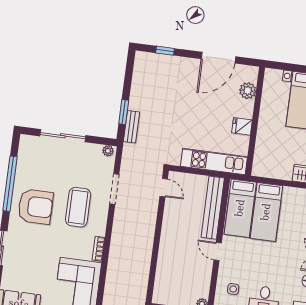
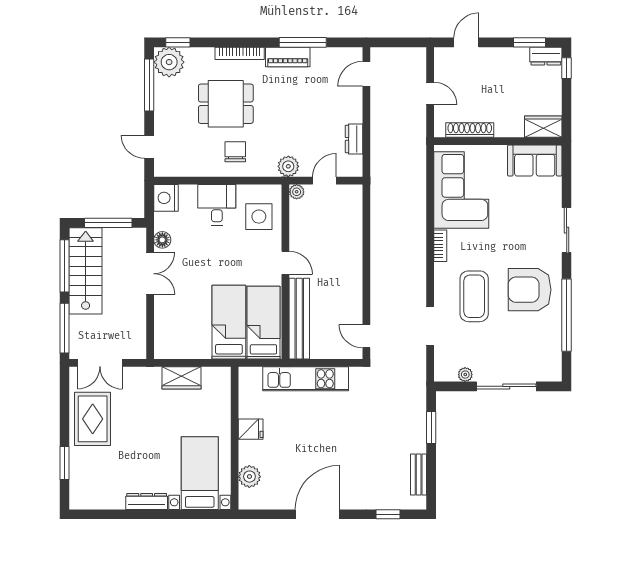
plant: (248, 91) -> (249, 477), moved
wall: (255, 121) -> (235, 438), moved
fridge: (242, 126) -> (251, 429), moved
bench: (131, 127) -> (419, 475), moved
plant: (108, 151) -> (465, 375), moved
side table: (233, 289) -> (259, 217), width x1.87, depth x1.87

